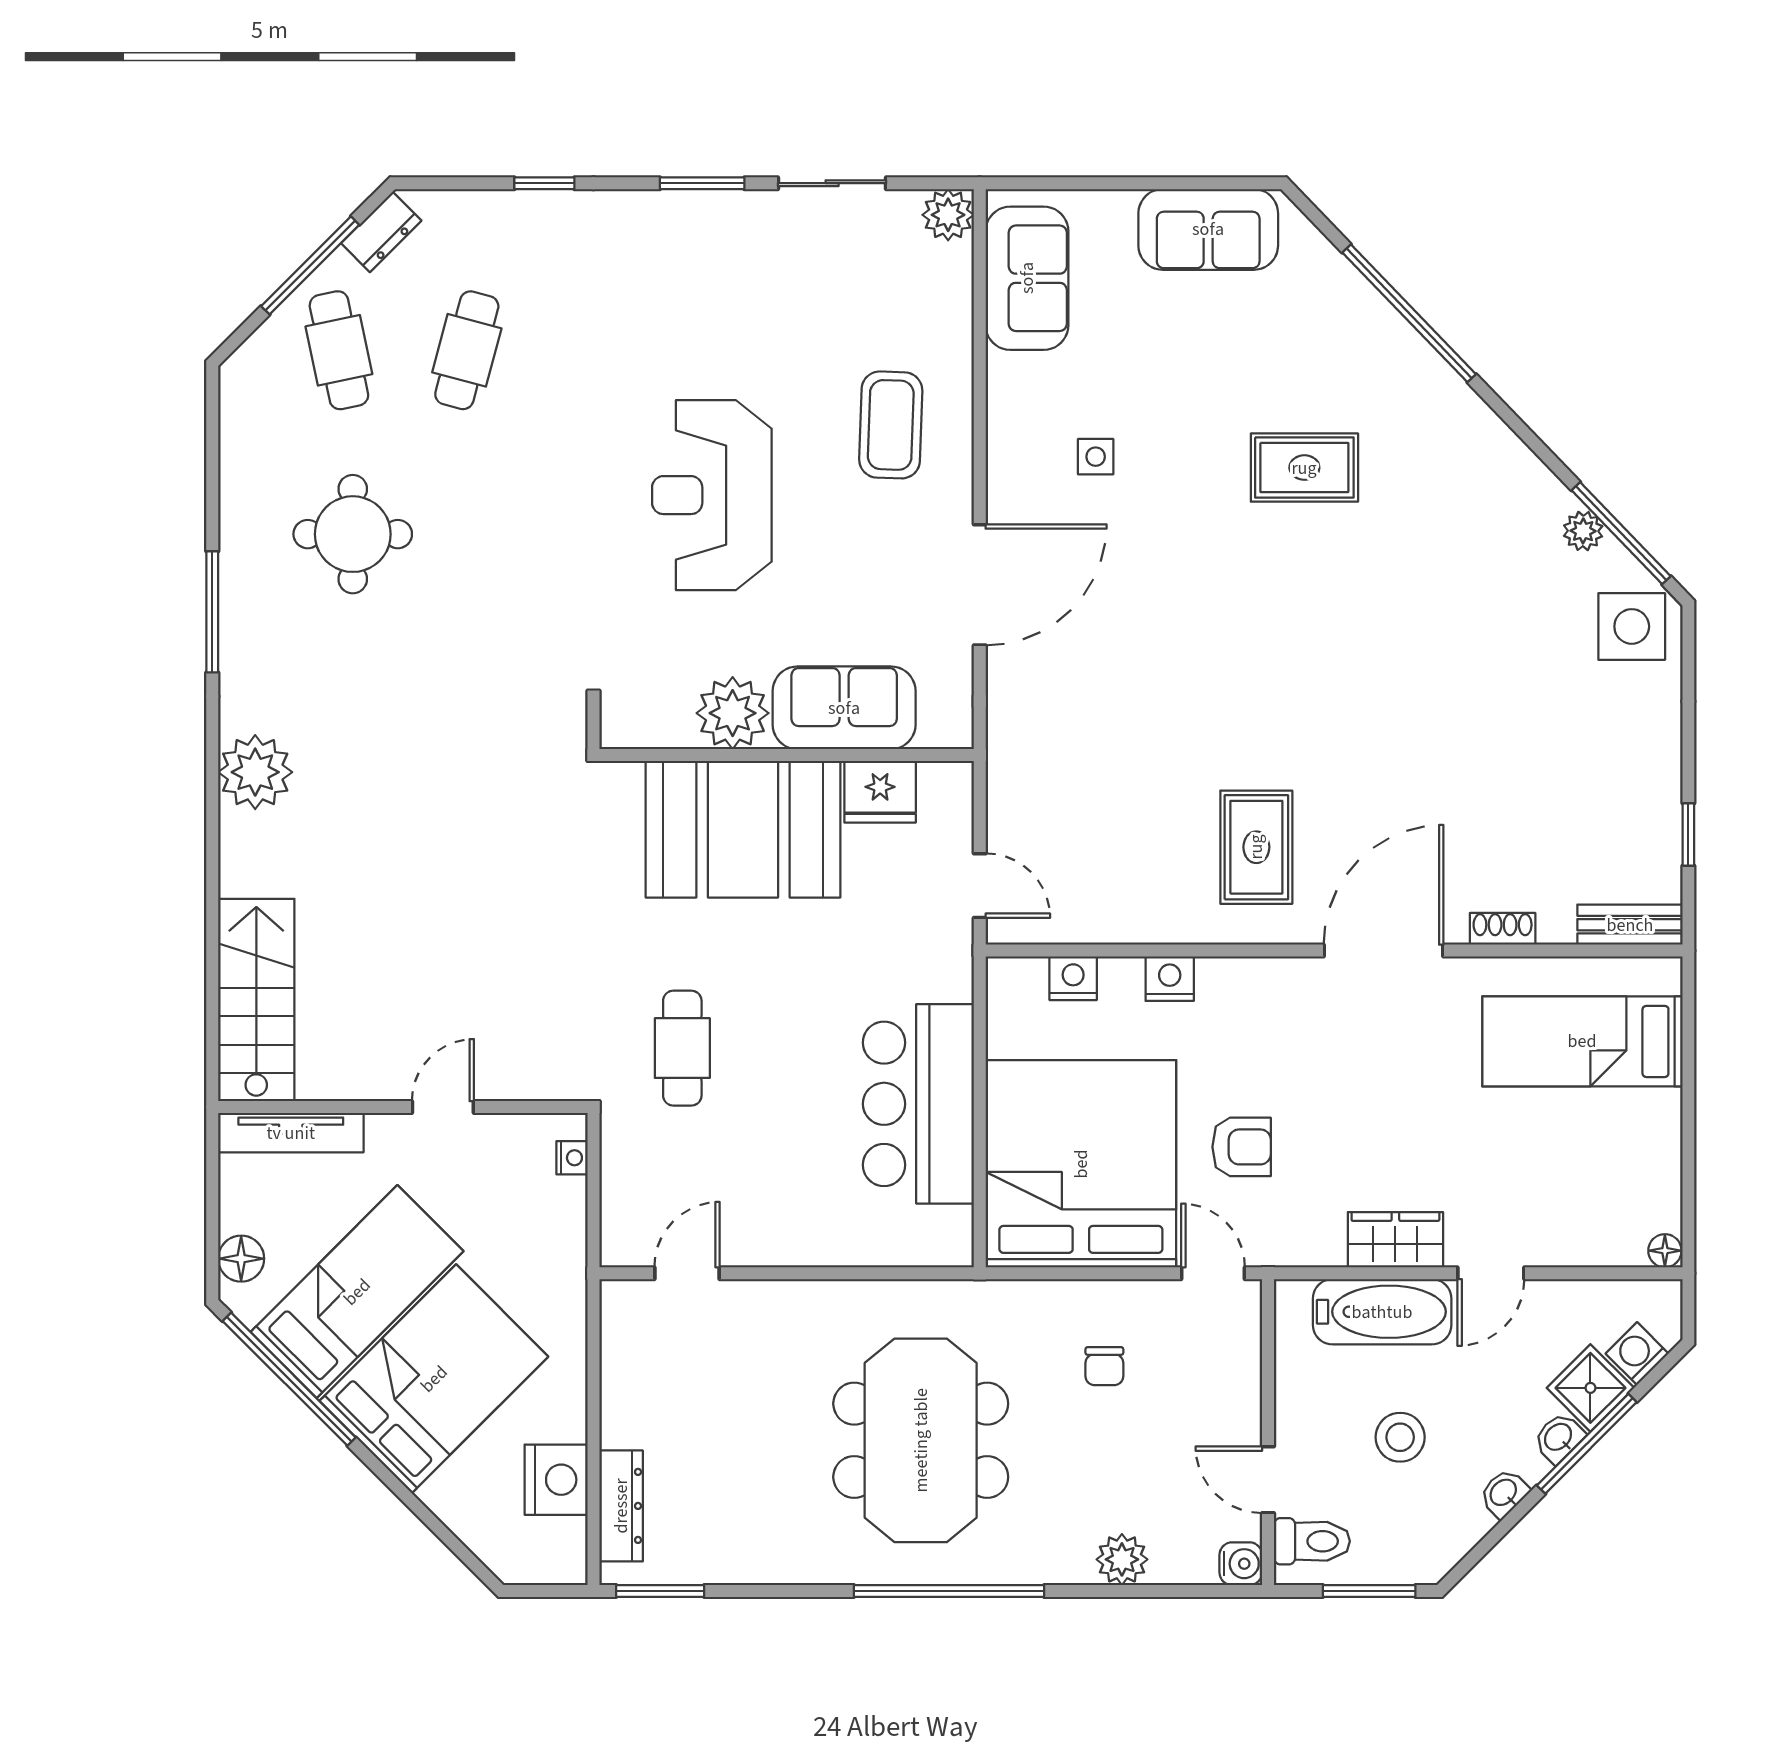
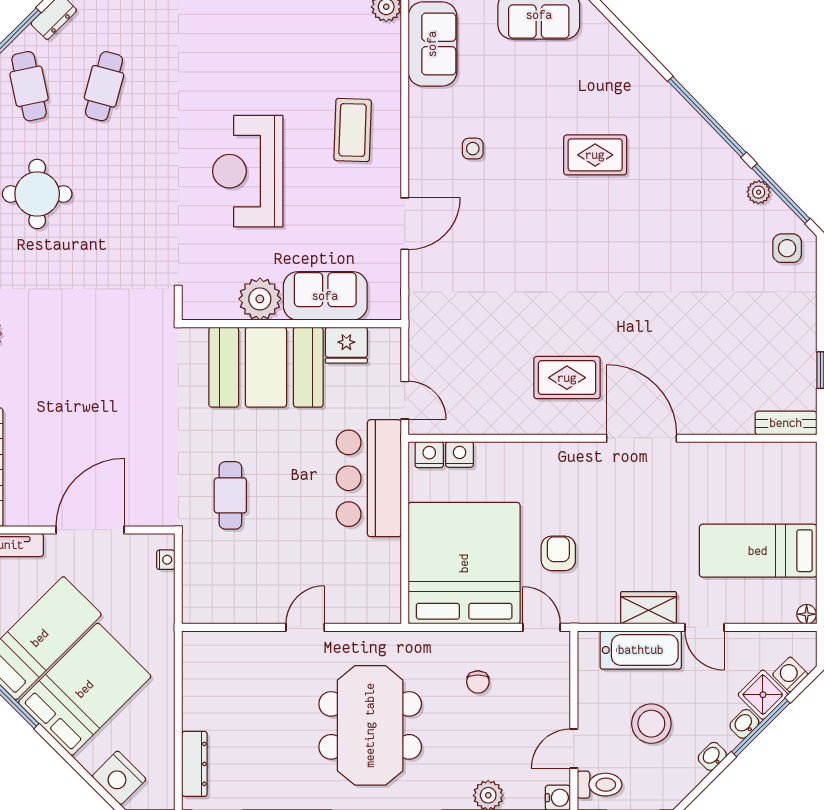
window: (1409, 313) -> (707, 117), moved
door: (980, 585) -> (405, 224), width x0.73
side table: (1632, 626) -> (787, 248), width x0.73, depth x0.73
rug: (1256, 847) -> (567, 378), turned 90
shoe rack: (1503, 929) -> (711, 425), removed
door: (1384, 951) -> (642, 438), hinge flipped
nightstand: (1170, 979) -> (429, 455), moved
bed: (1582, 1041) -> (758, 551), moved
bar counter: (918, 1104) -> (369, 478), moved
door: (443, 1107) -> (90, 530), width x1.87
armchair: (1242, 1147) -> (558, 553), turned -90
door: (687, 1273) -> (305, 627), moved
door: (1491, 1273) -> (705, 627), hinge flipped
stool: (1400, 1437) -> (651, 724), width x1.38, depth x1.38
nightstand: (556, 1480) -> (119, 778), moved, turned 135
door: (1268, 1480) -> (574, 749), hinge flipped

